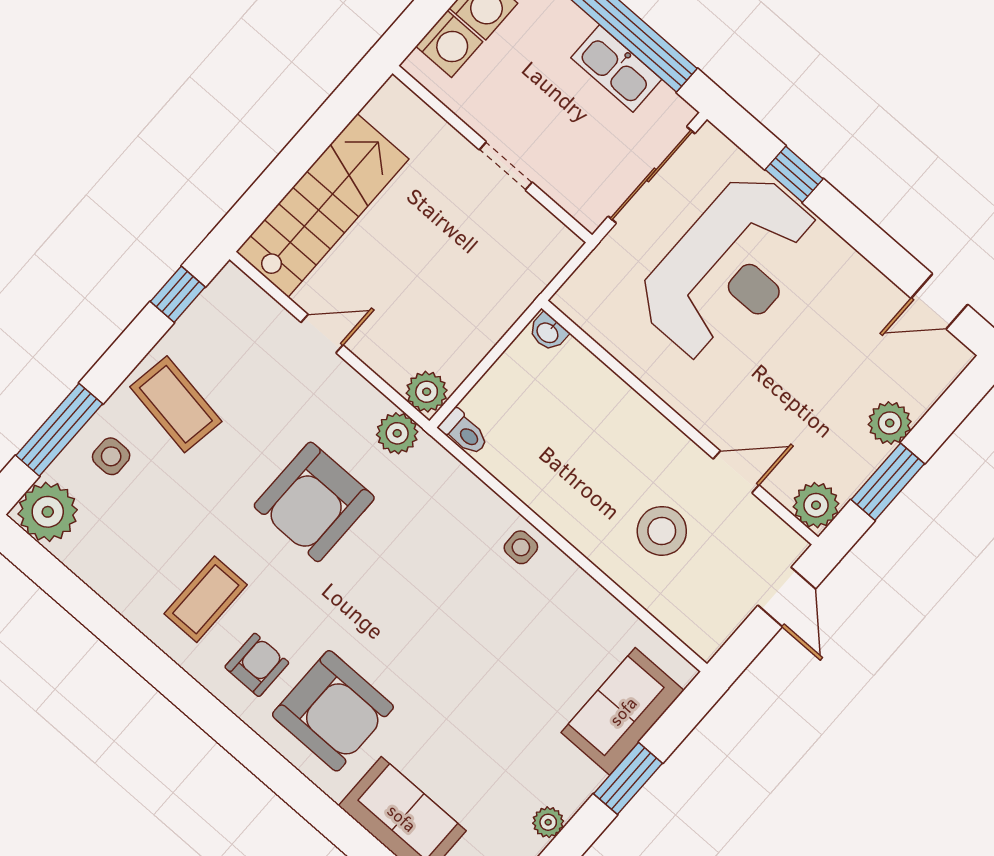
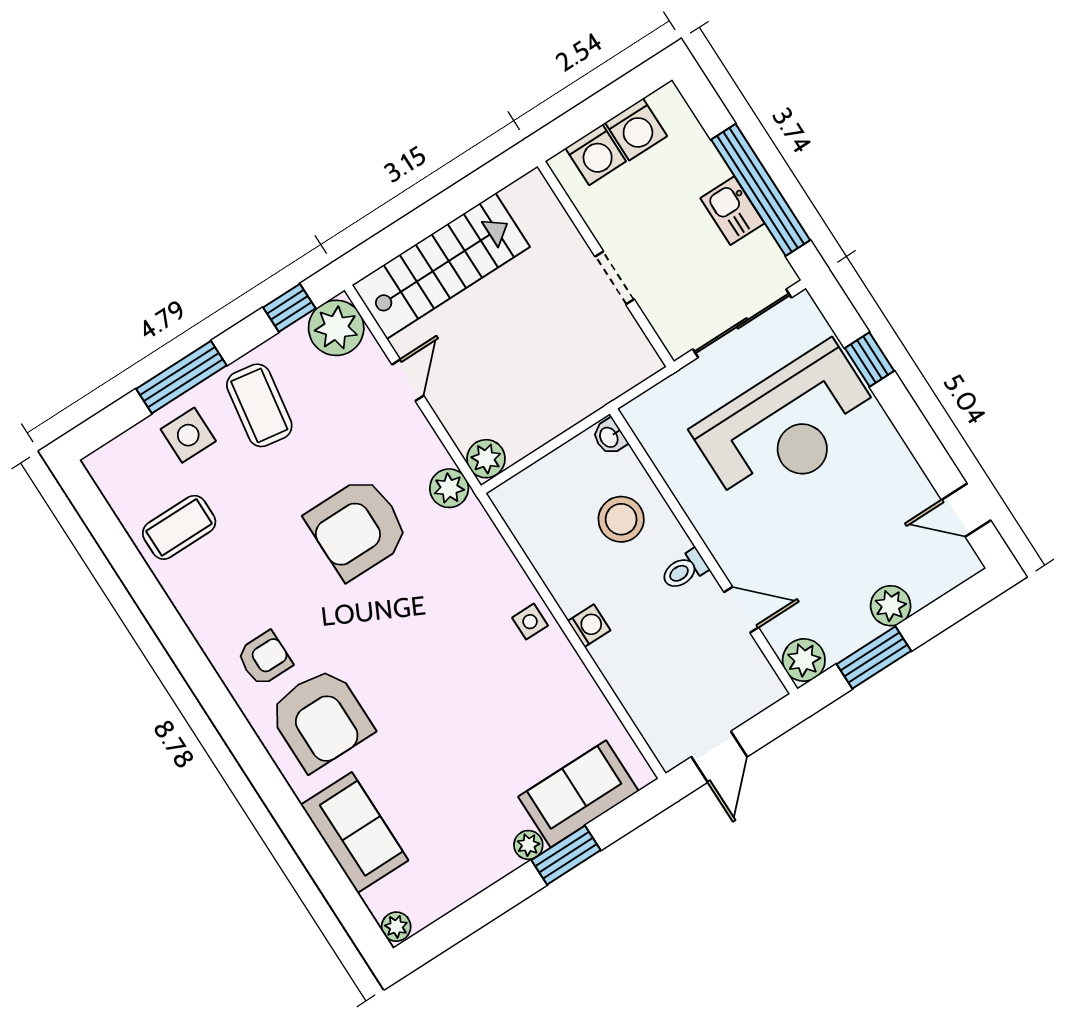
kitchen sink: (616, 69) -> (732, 211), width x0.73
door: (322, 334) -> (408, 380), hinge flipped
window: (59, 430) -> (181, 377), moved
toilet: (464, 432) -> (684, 570), moved, turned 90
side table: (111, 456) -> (188, 435), width x1.37, depth x1.37
plant: (48, 512) -> (336, 328), moved
stool: (662, 531) -> (621, 519), moved
washing machine: (583, 534) -> (589, 626), added
door: (787, 597) -> (719, 757), moved
coffee table: (206, 599) -> (179, 527), moved
plant: (548, 822) -> (528, 845), moved

